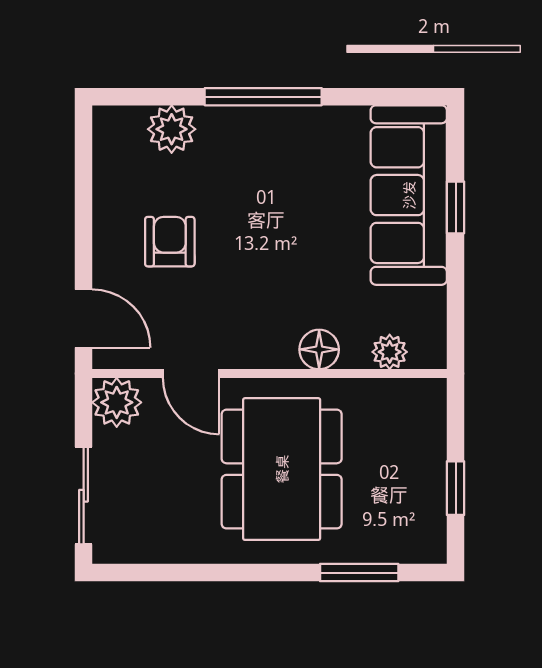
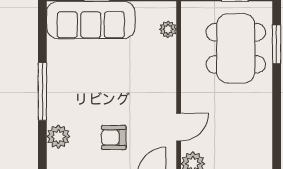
floor lamp: (319, 349) -> (167, 64), removed
dining table: (282, 469) -> (236, 48), moved, turned 90

